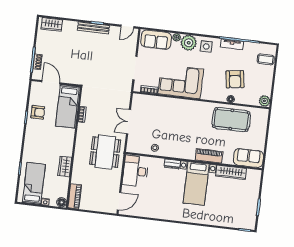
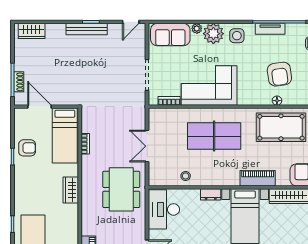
table tennis table: (180, 120) -> (214, 136), added
wardrobe: (65, 166) -> (71, 190), moved

